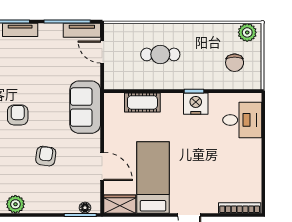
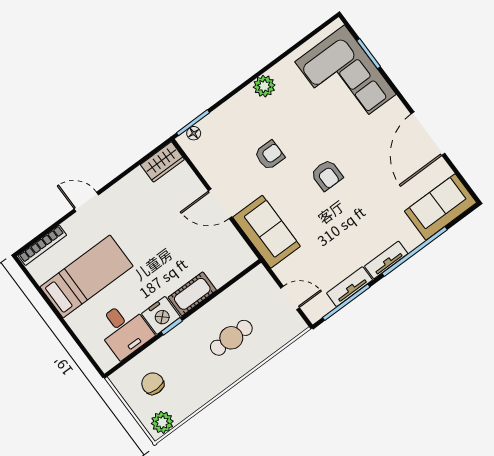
tv unit: (82, 30) -> (350, 287), moved
cot: (142, 102) -> (192, 294), moved
desk: (242, 120) -> (124, 330), moved, turned -90
armchair: (46, 156) -> (269, 155), turned -98
door: (102, 166) -> (220, 204), moved
bed: (153, 177) -> (86, 276), moved, turned -90

